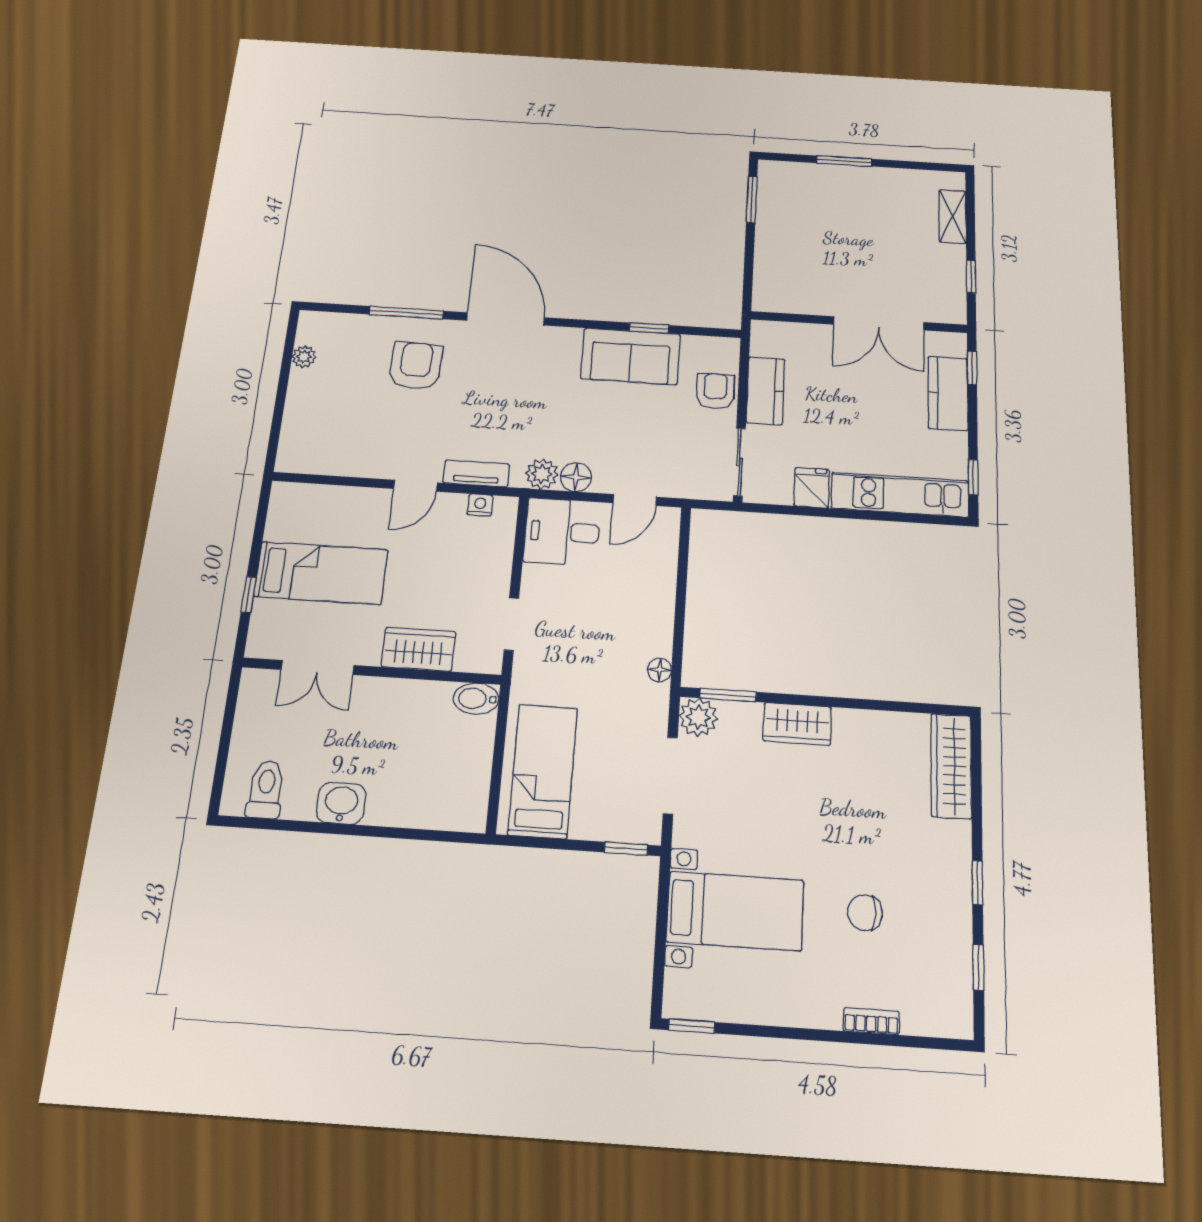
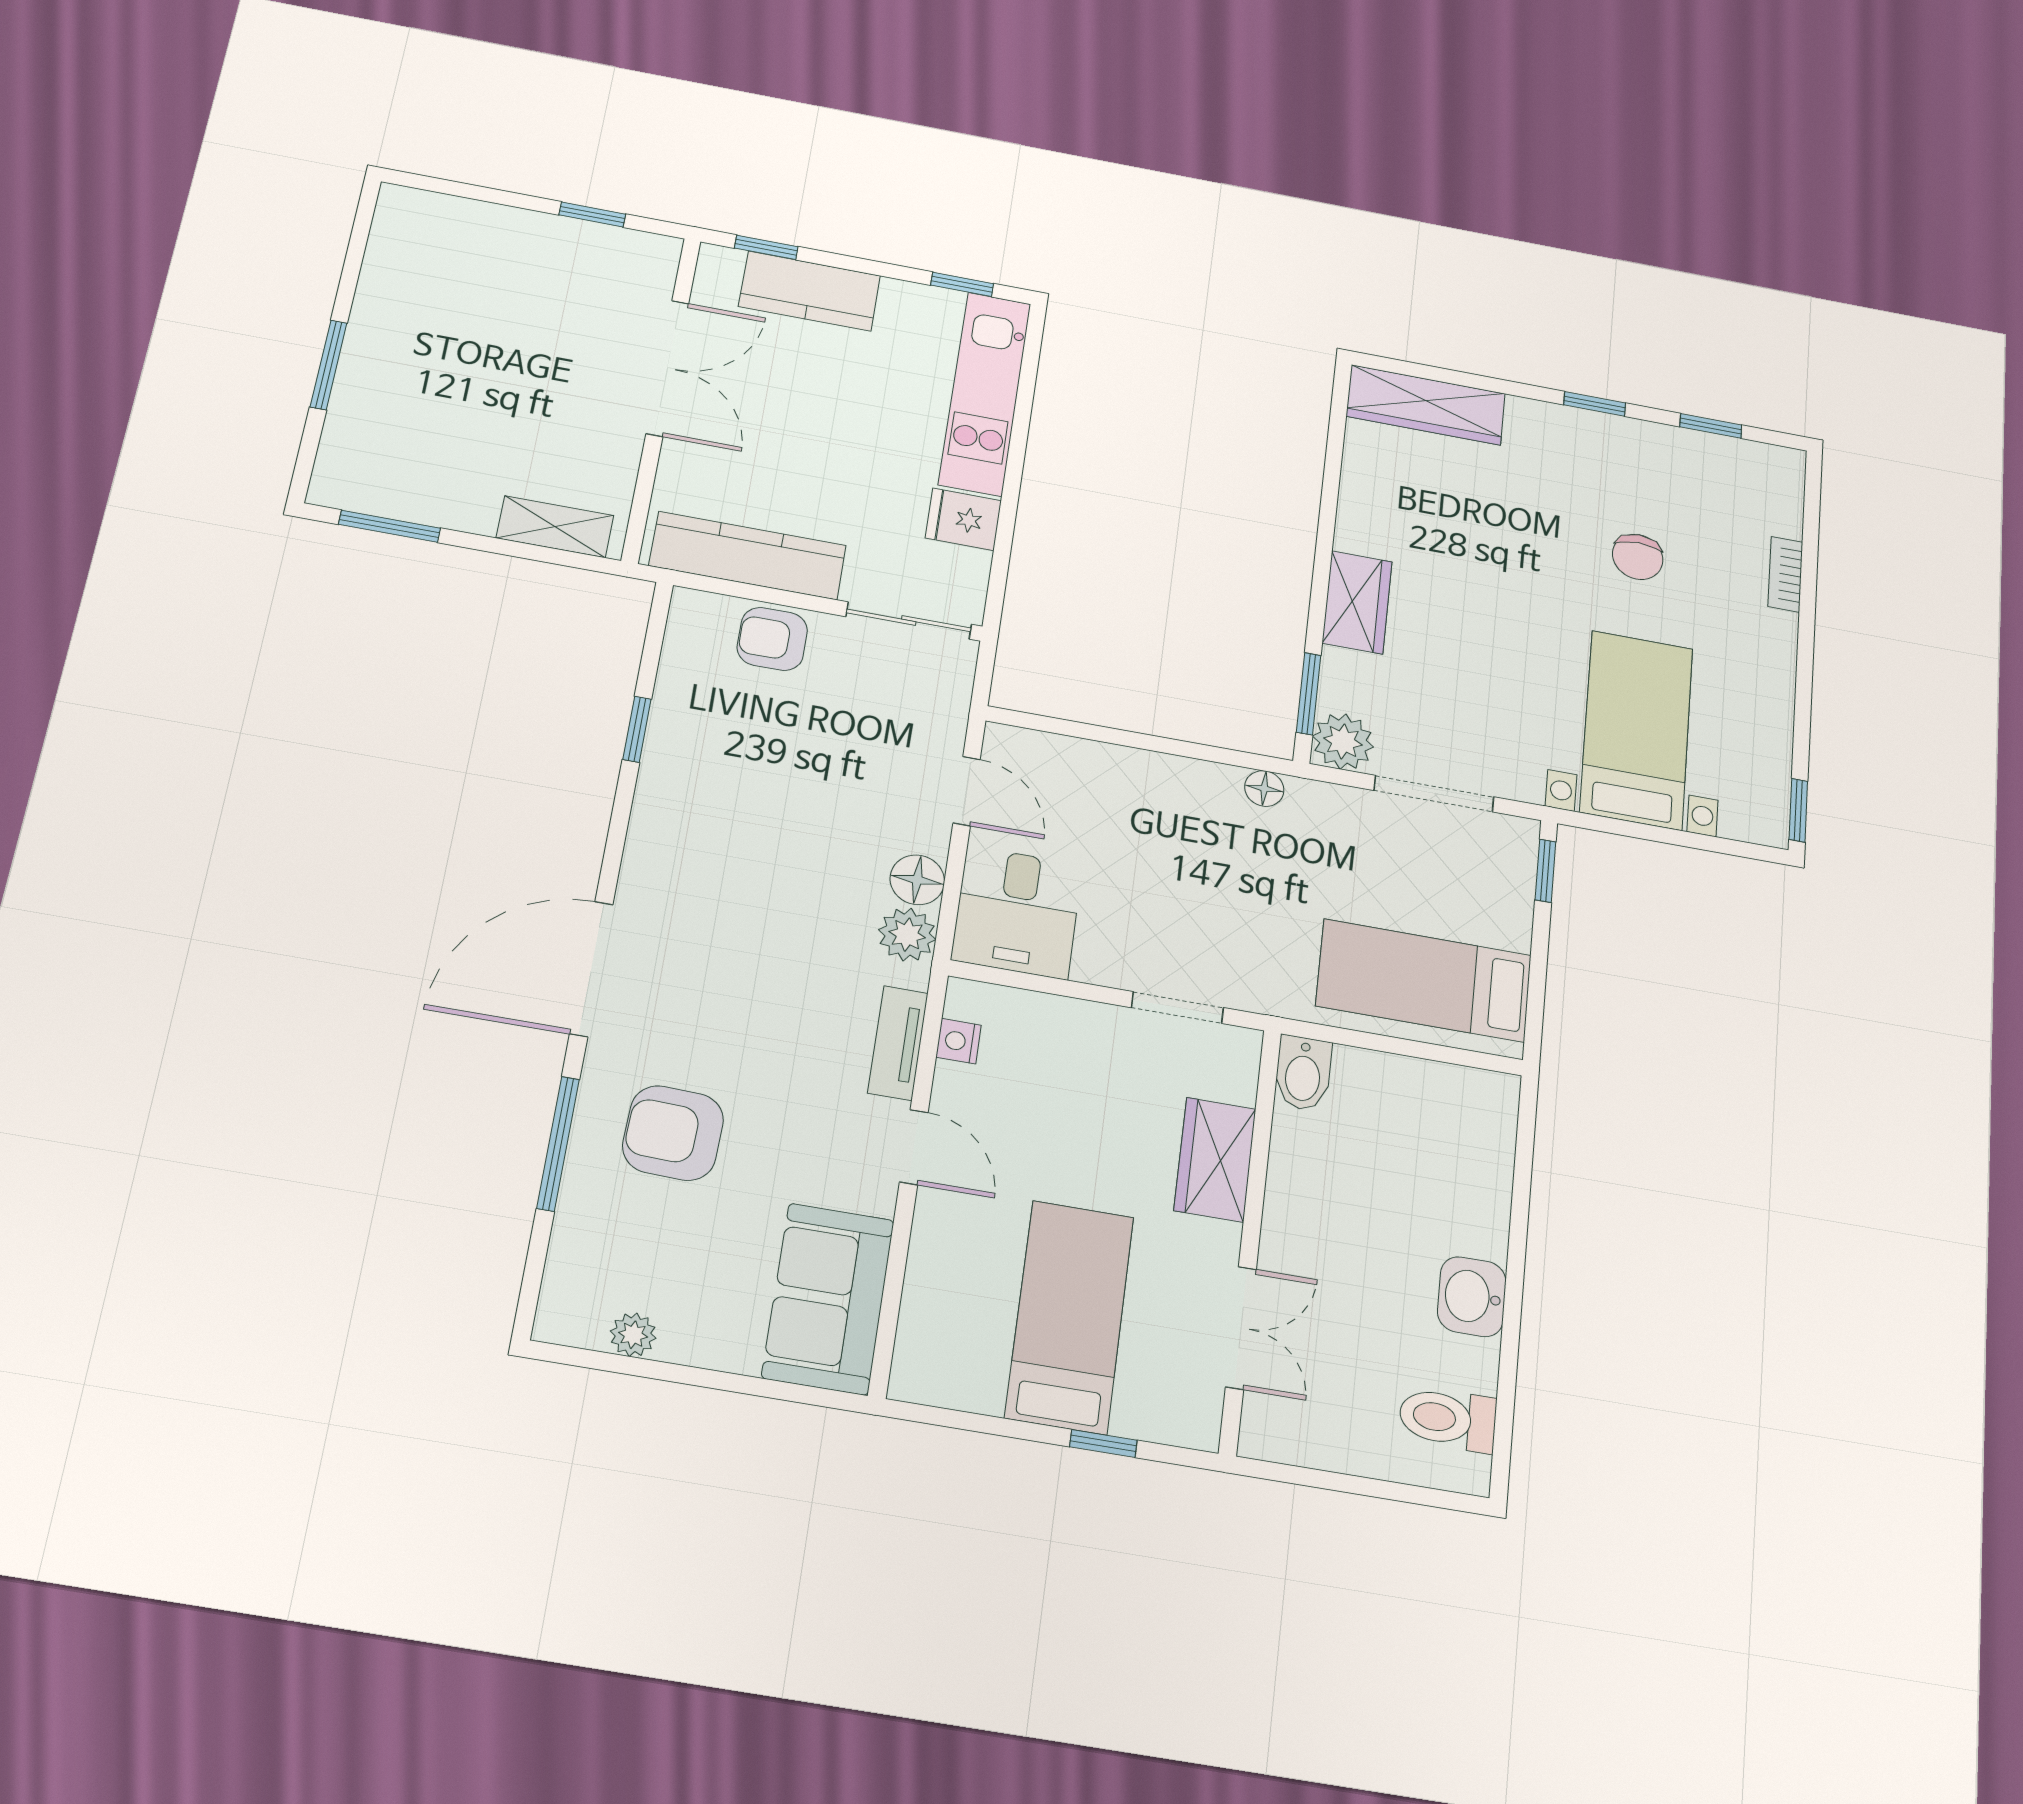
shelving: (953, 216) -> (555, 527), moved
sofa: (631, 356) -> (828, 1299), moved, turned 180
kitchen counter: (765, 391) -> (748, 556), width x1.50

